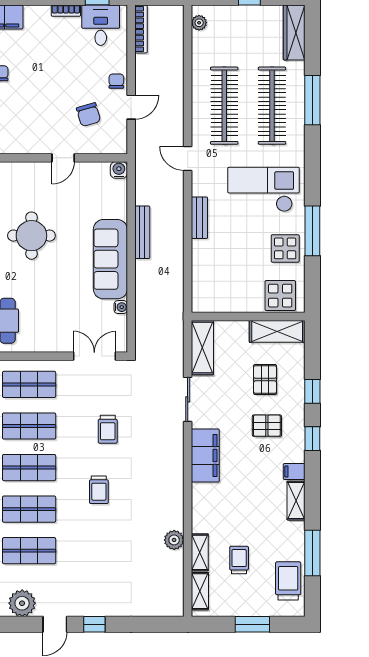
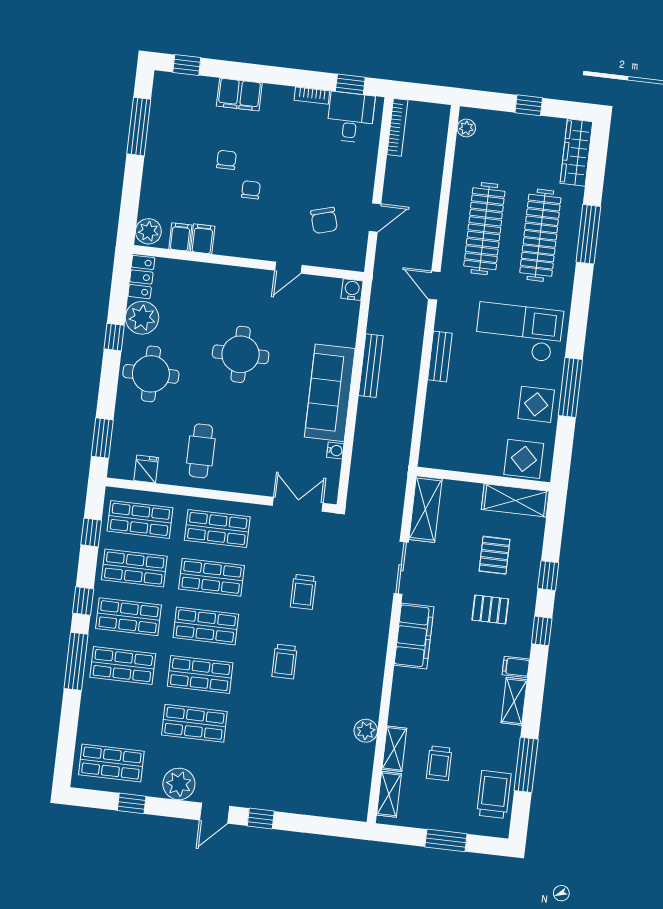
chair: (116, 81) -> (251, 190), moved
trolley: (239, 560) -> (439, 763), turned 180

